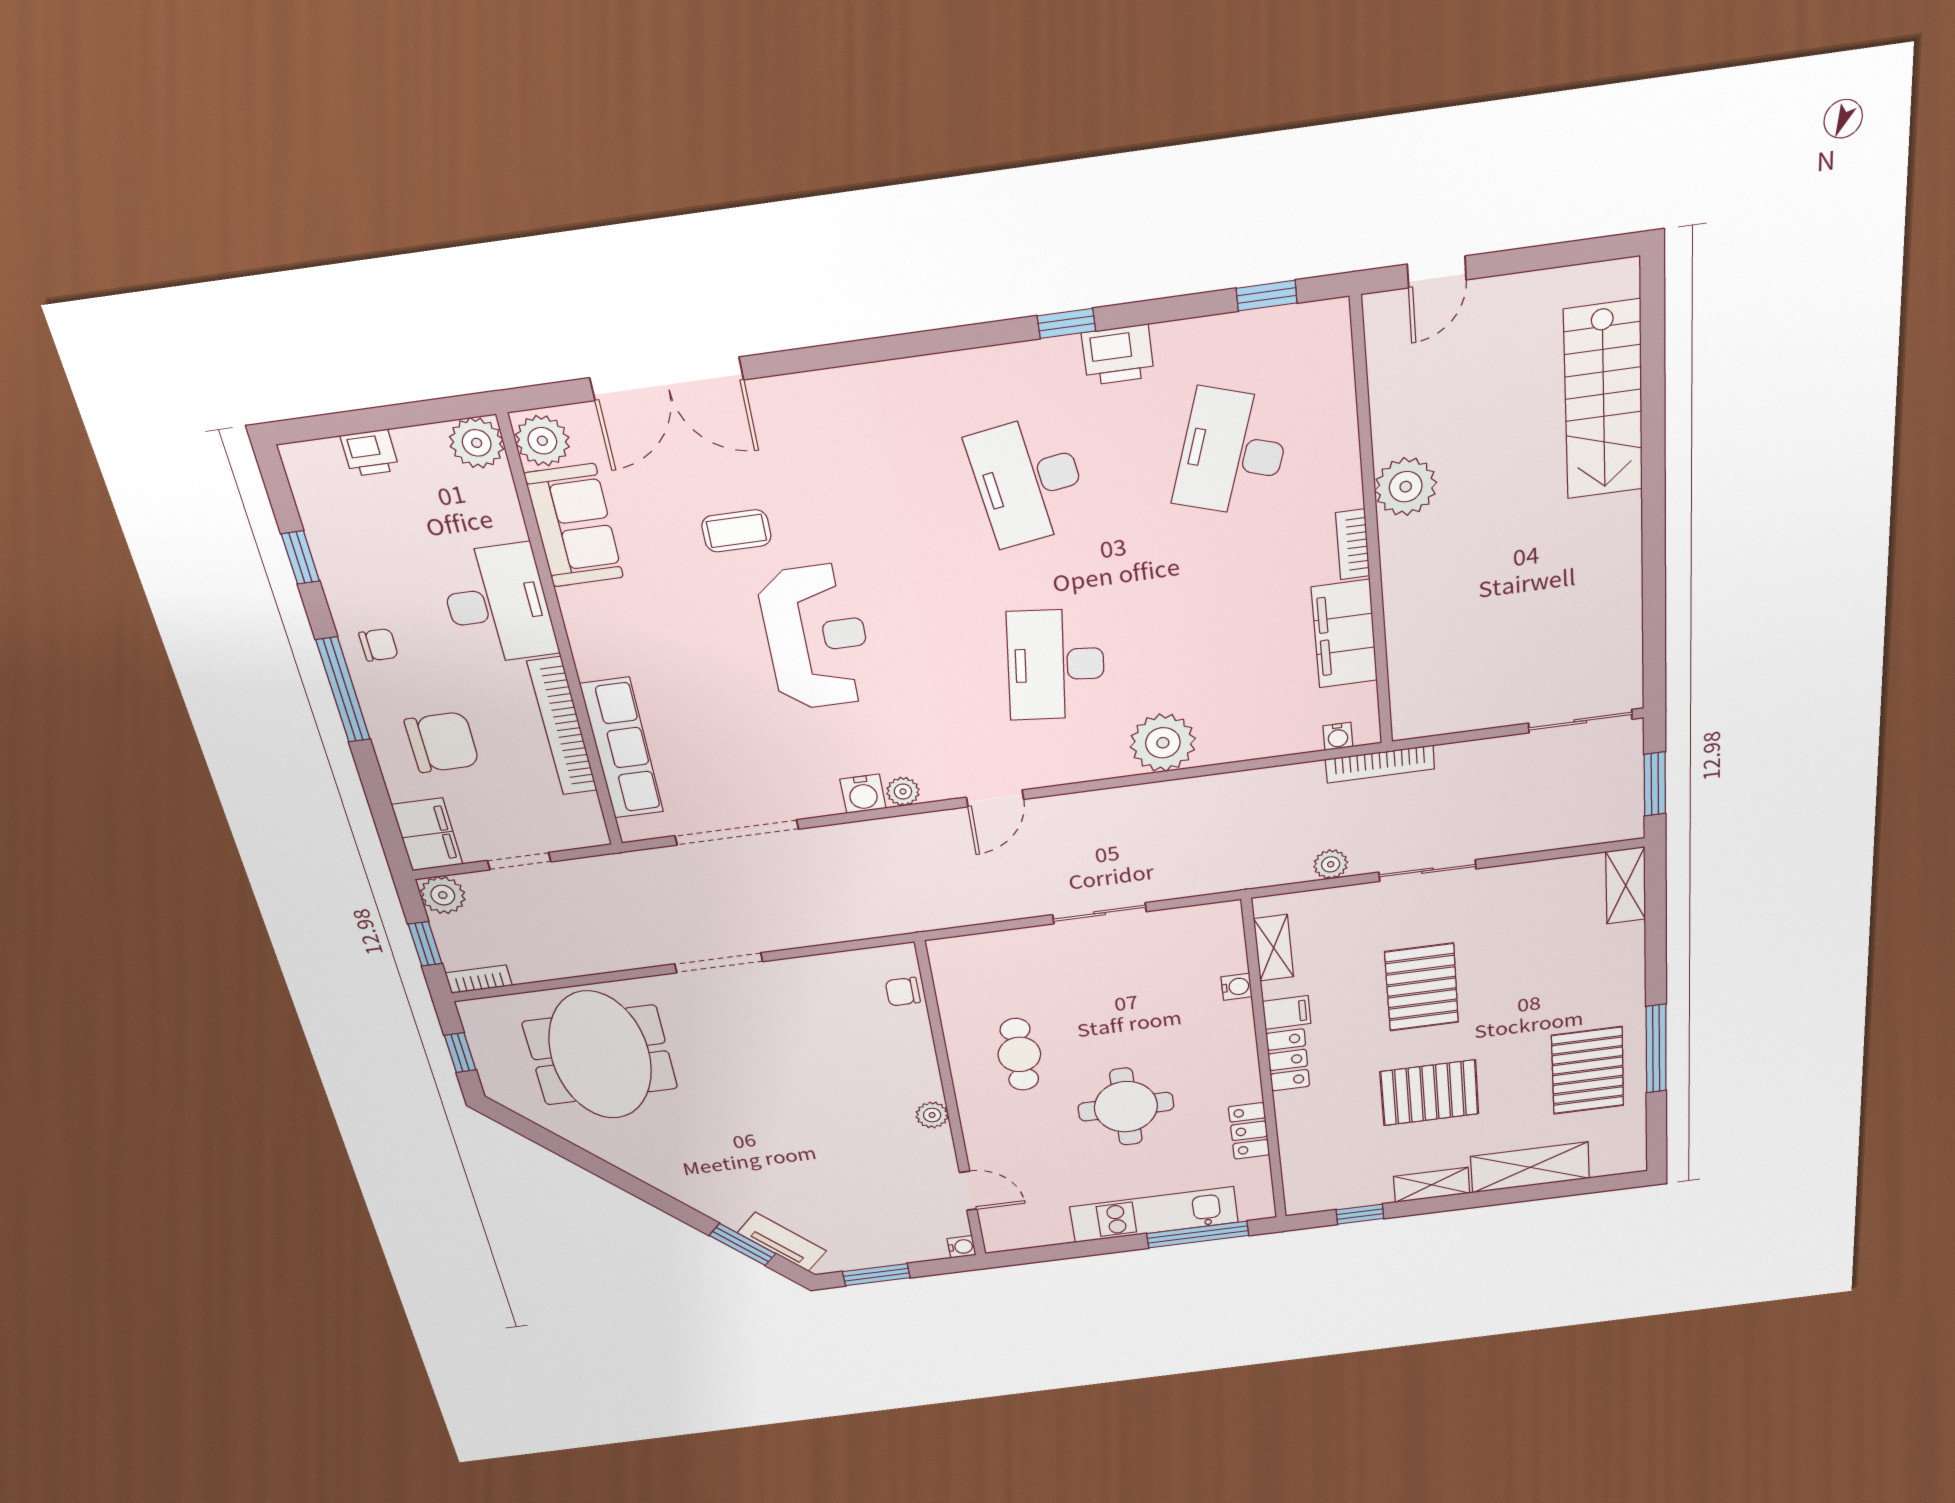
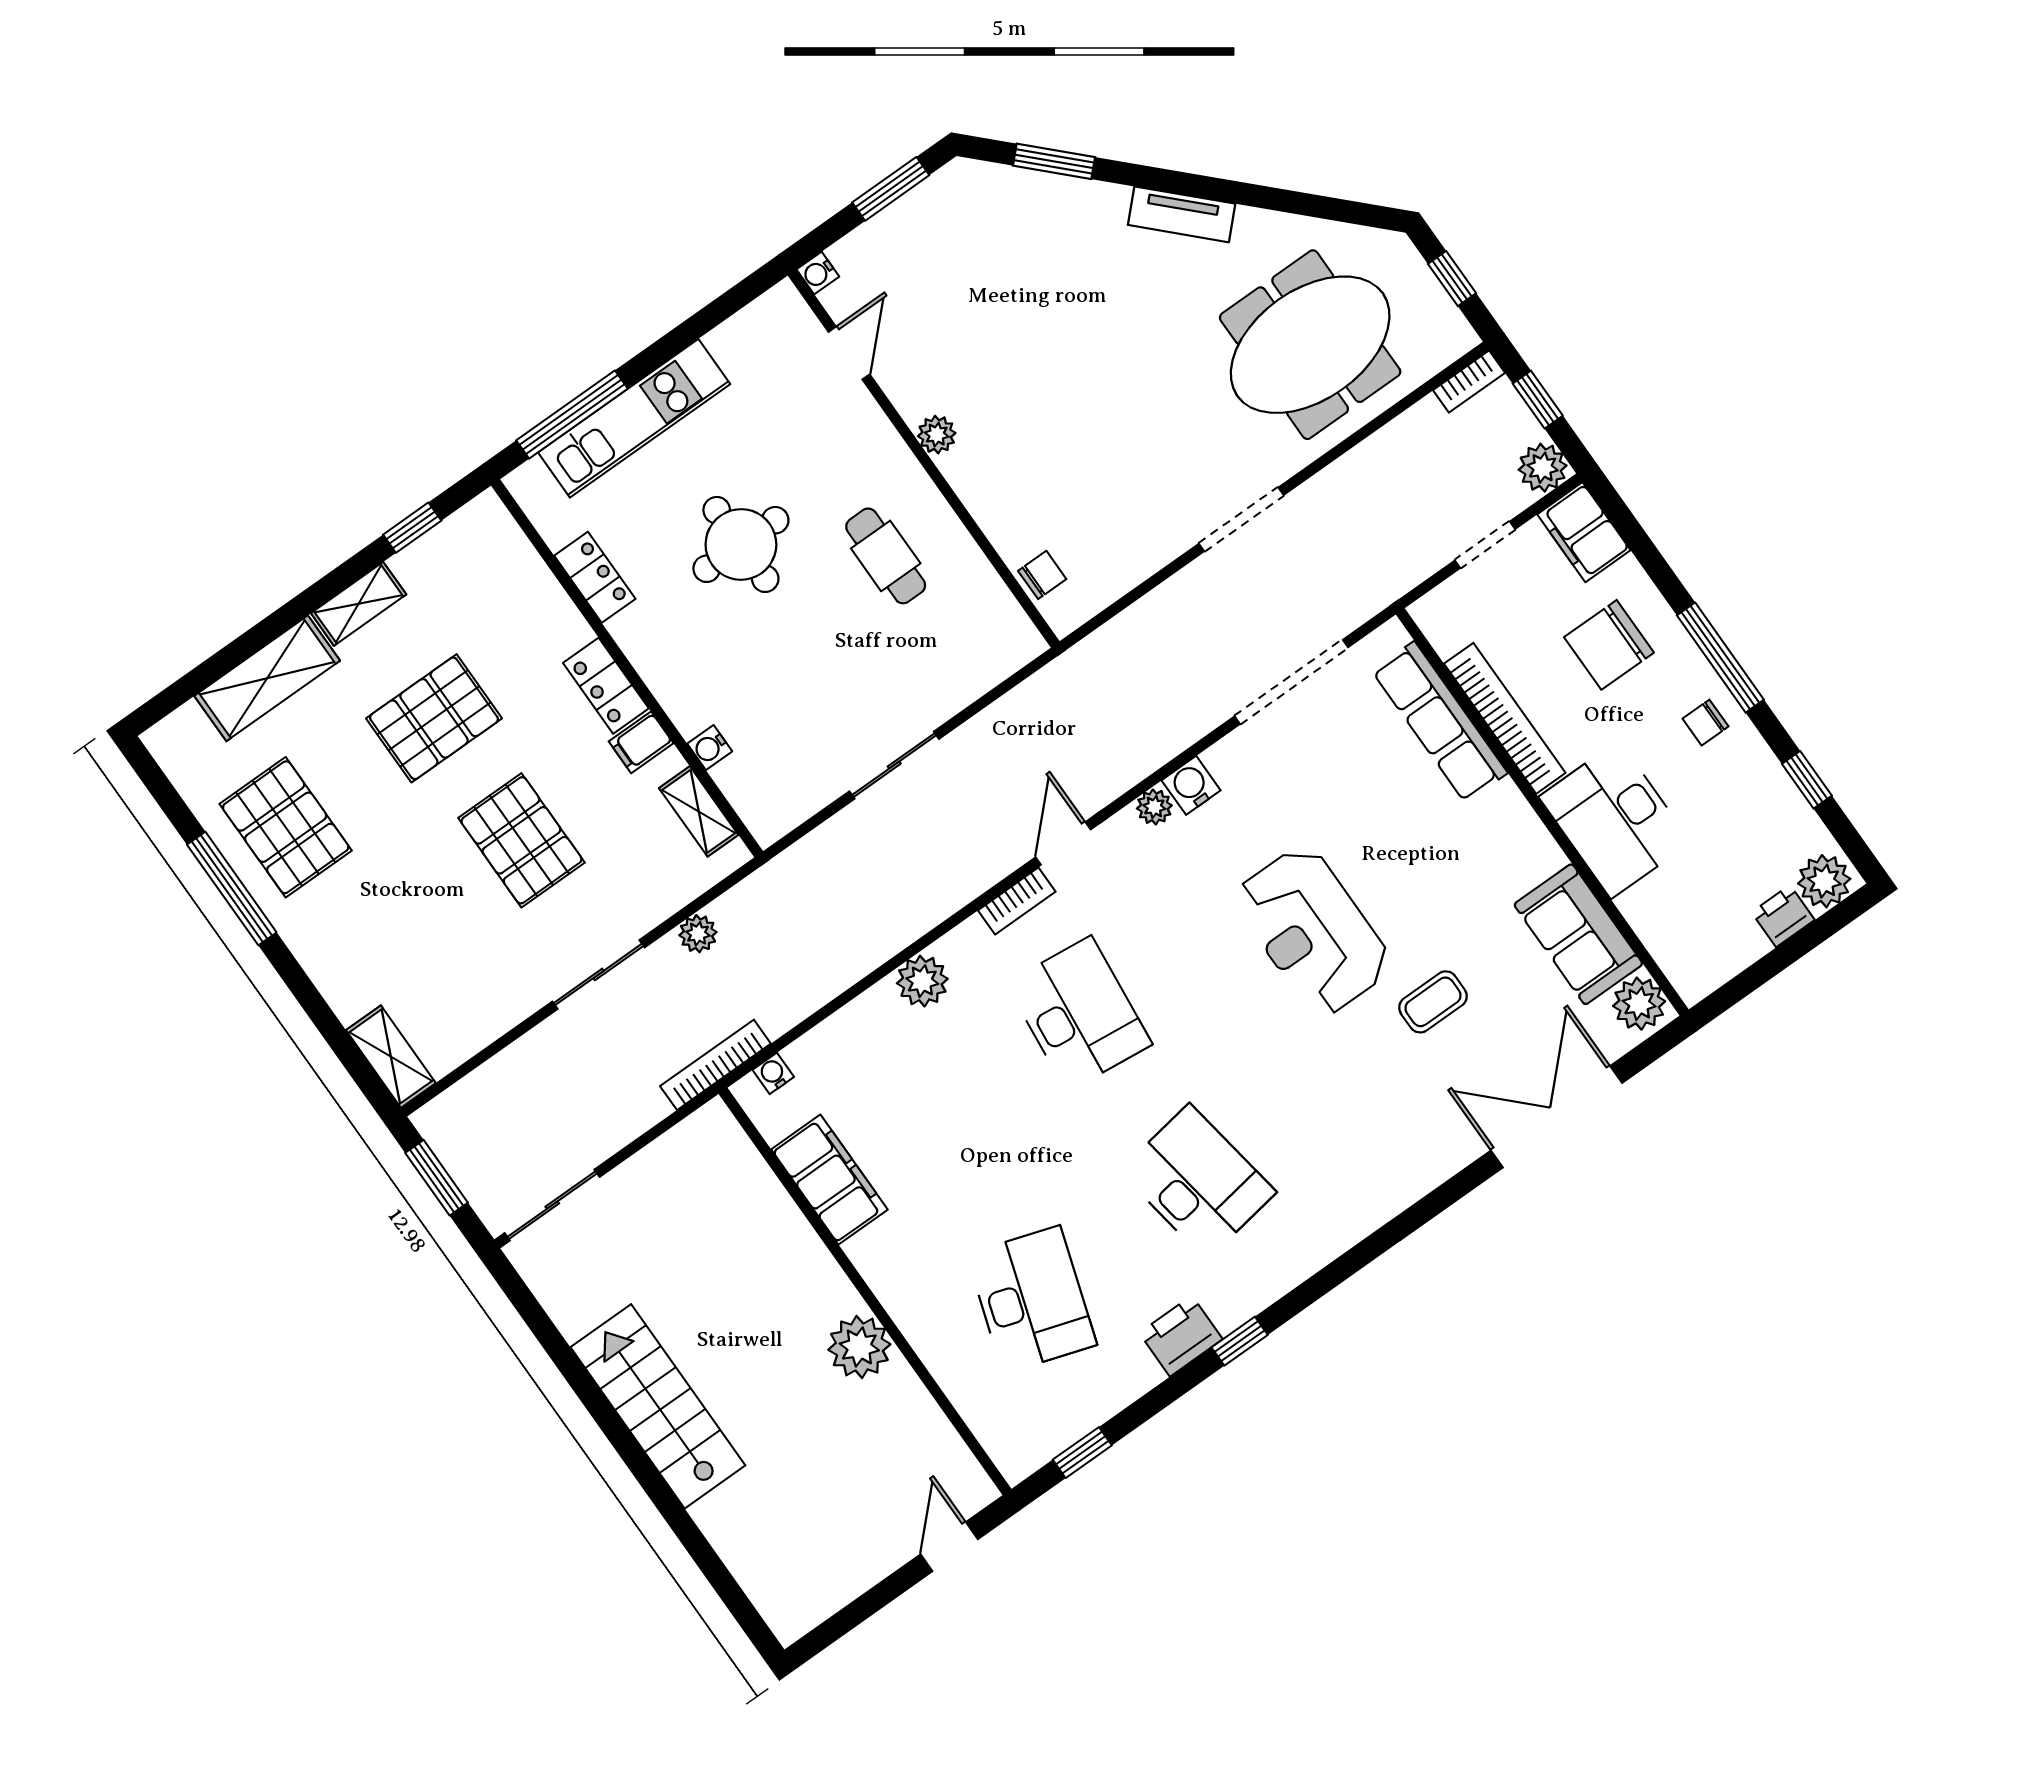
stairs: (1604, 400) -> (658, 1406), moved
plant: (477, 443) -> (1824, 881), moved
bookcase: (1353, 544) -> (1017, 901), moved, turned 90
plant: (1163, 743) -> (922, 981), width x0.73, depth x0.73
meeting table: (600, 1055) -> (1310, 345), turned 90
door: (968, 1191) -> (849, 353), swing flipped
tv unit: (782, 1242) -> (1182, 214), moved

